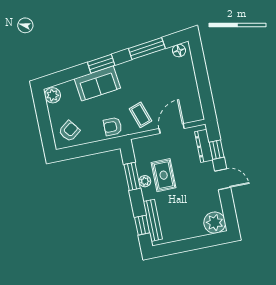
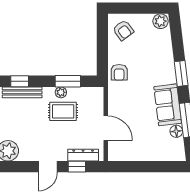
floor lamp: (179, 51) -> (176, 131), moved
sofa: (97, 83) -> (168, 105), moved
coffee table: (140, 115) -> (125, 101), removed
armchair: (113, 126) -> (119, 72), turned 180

